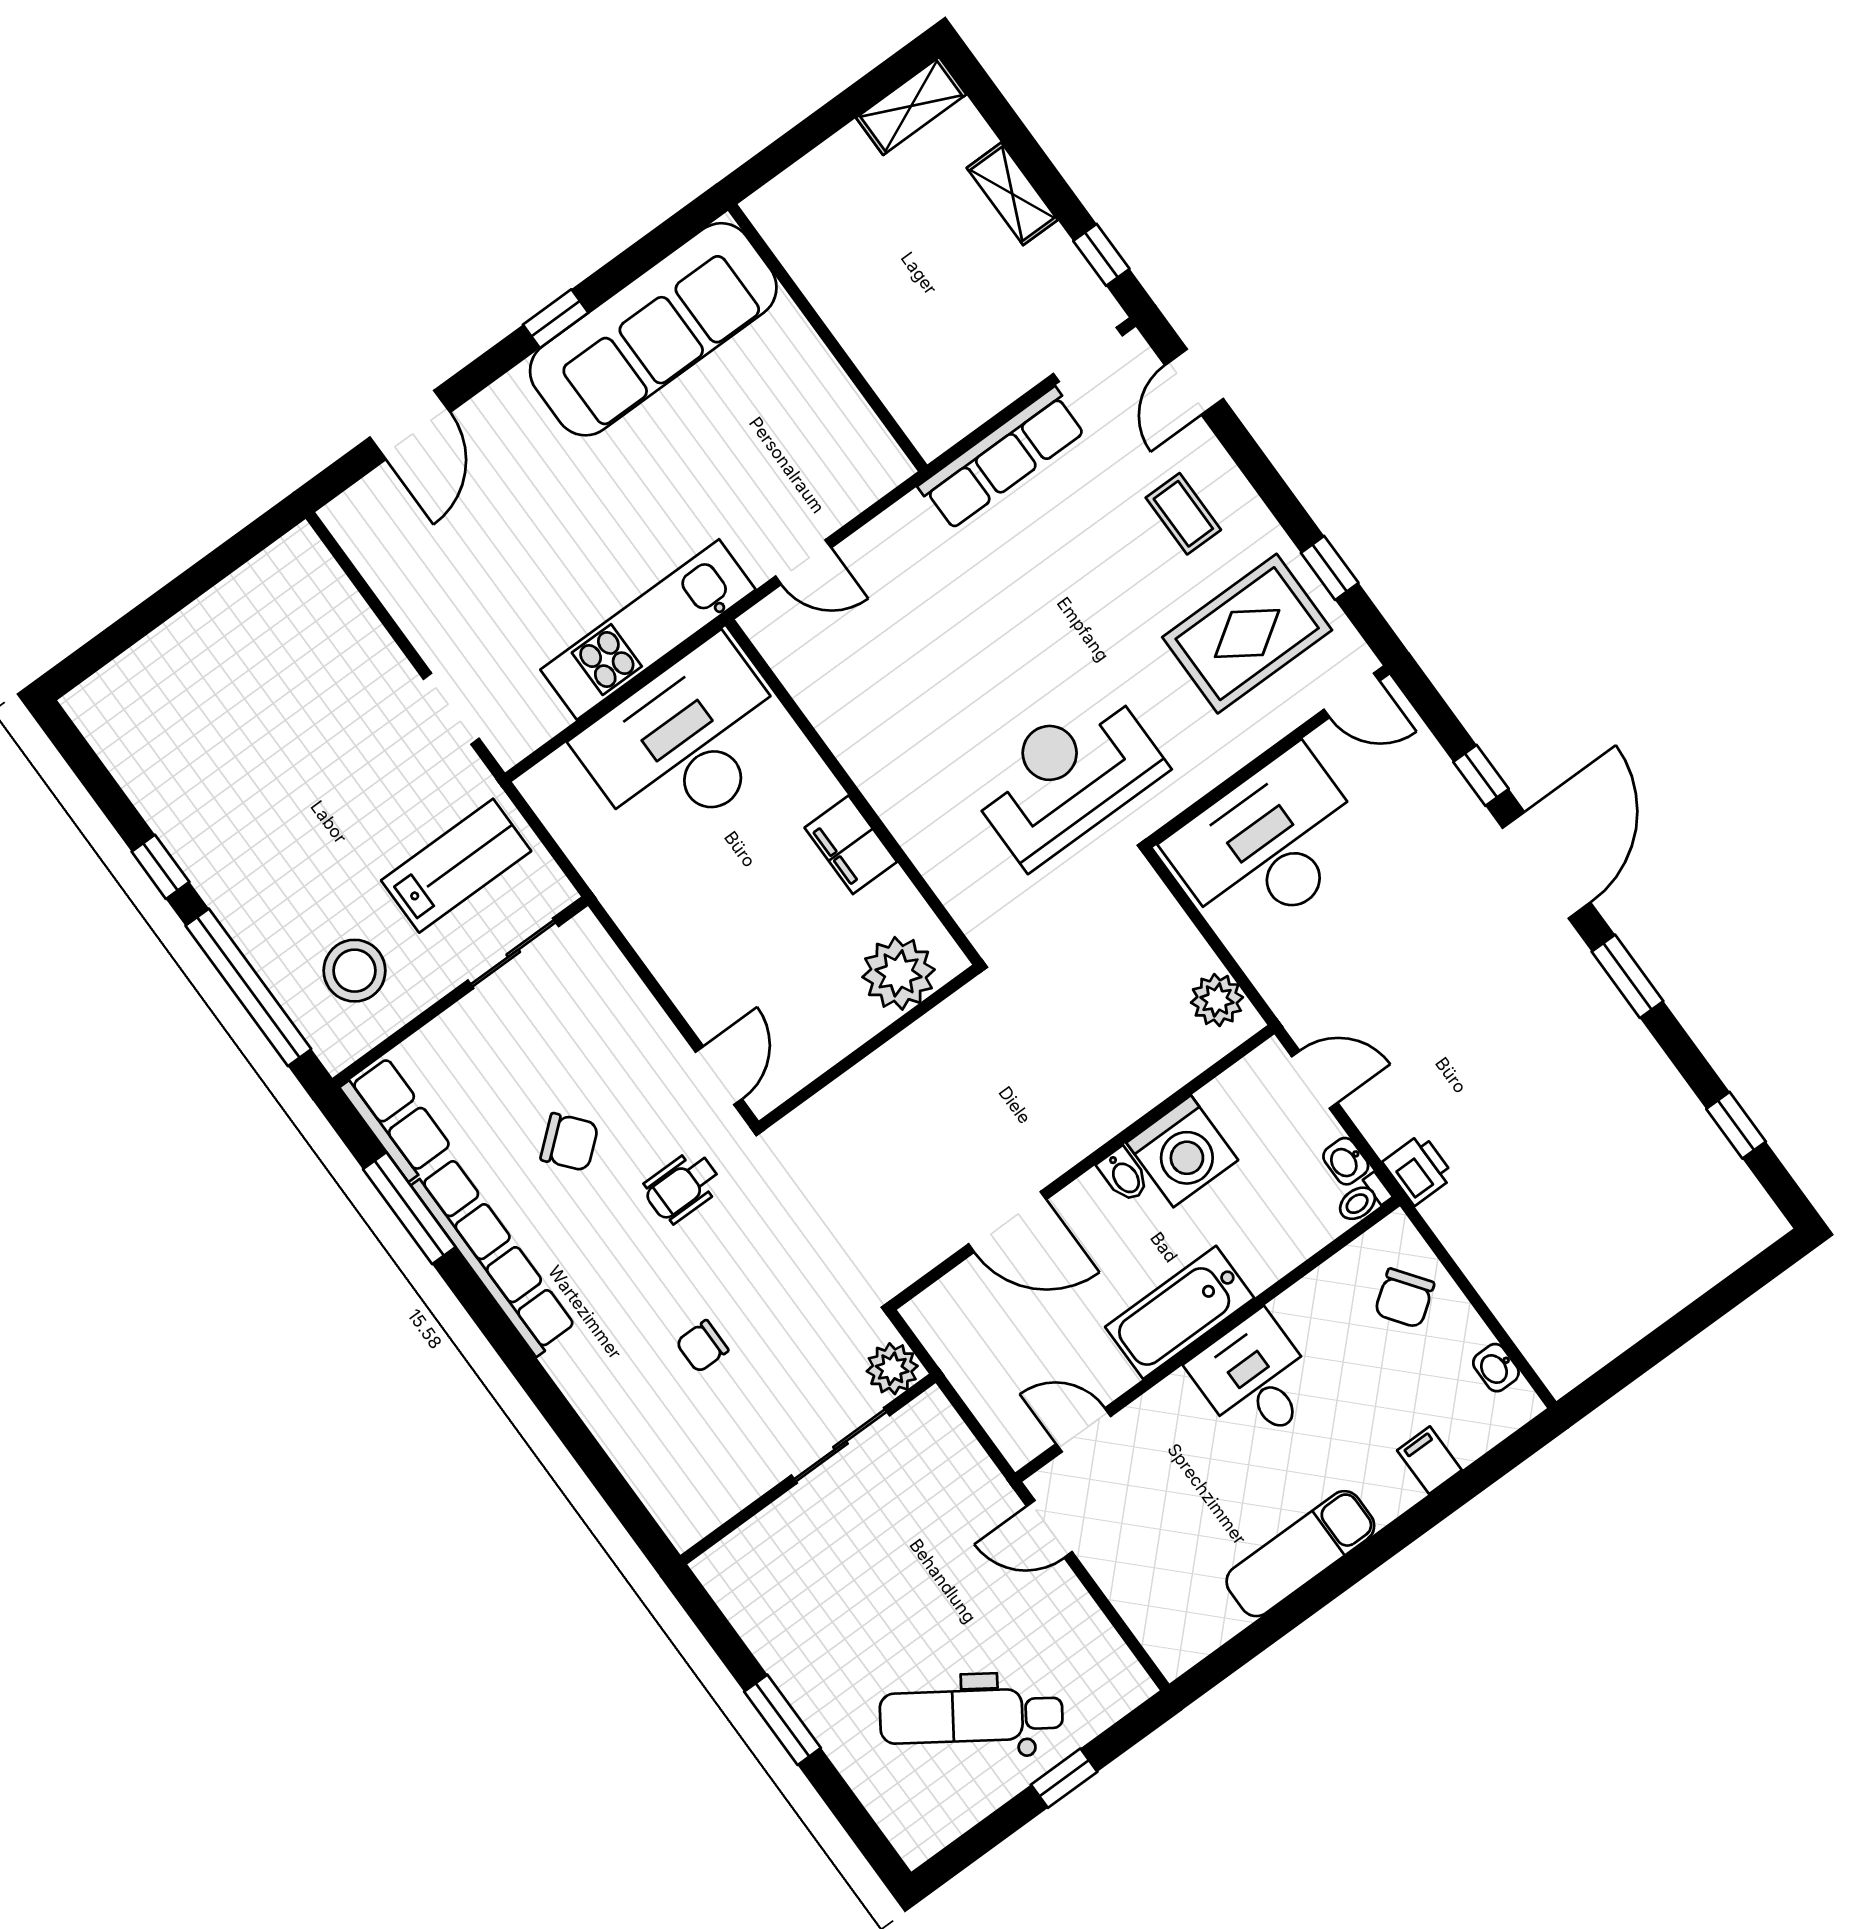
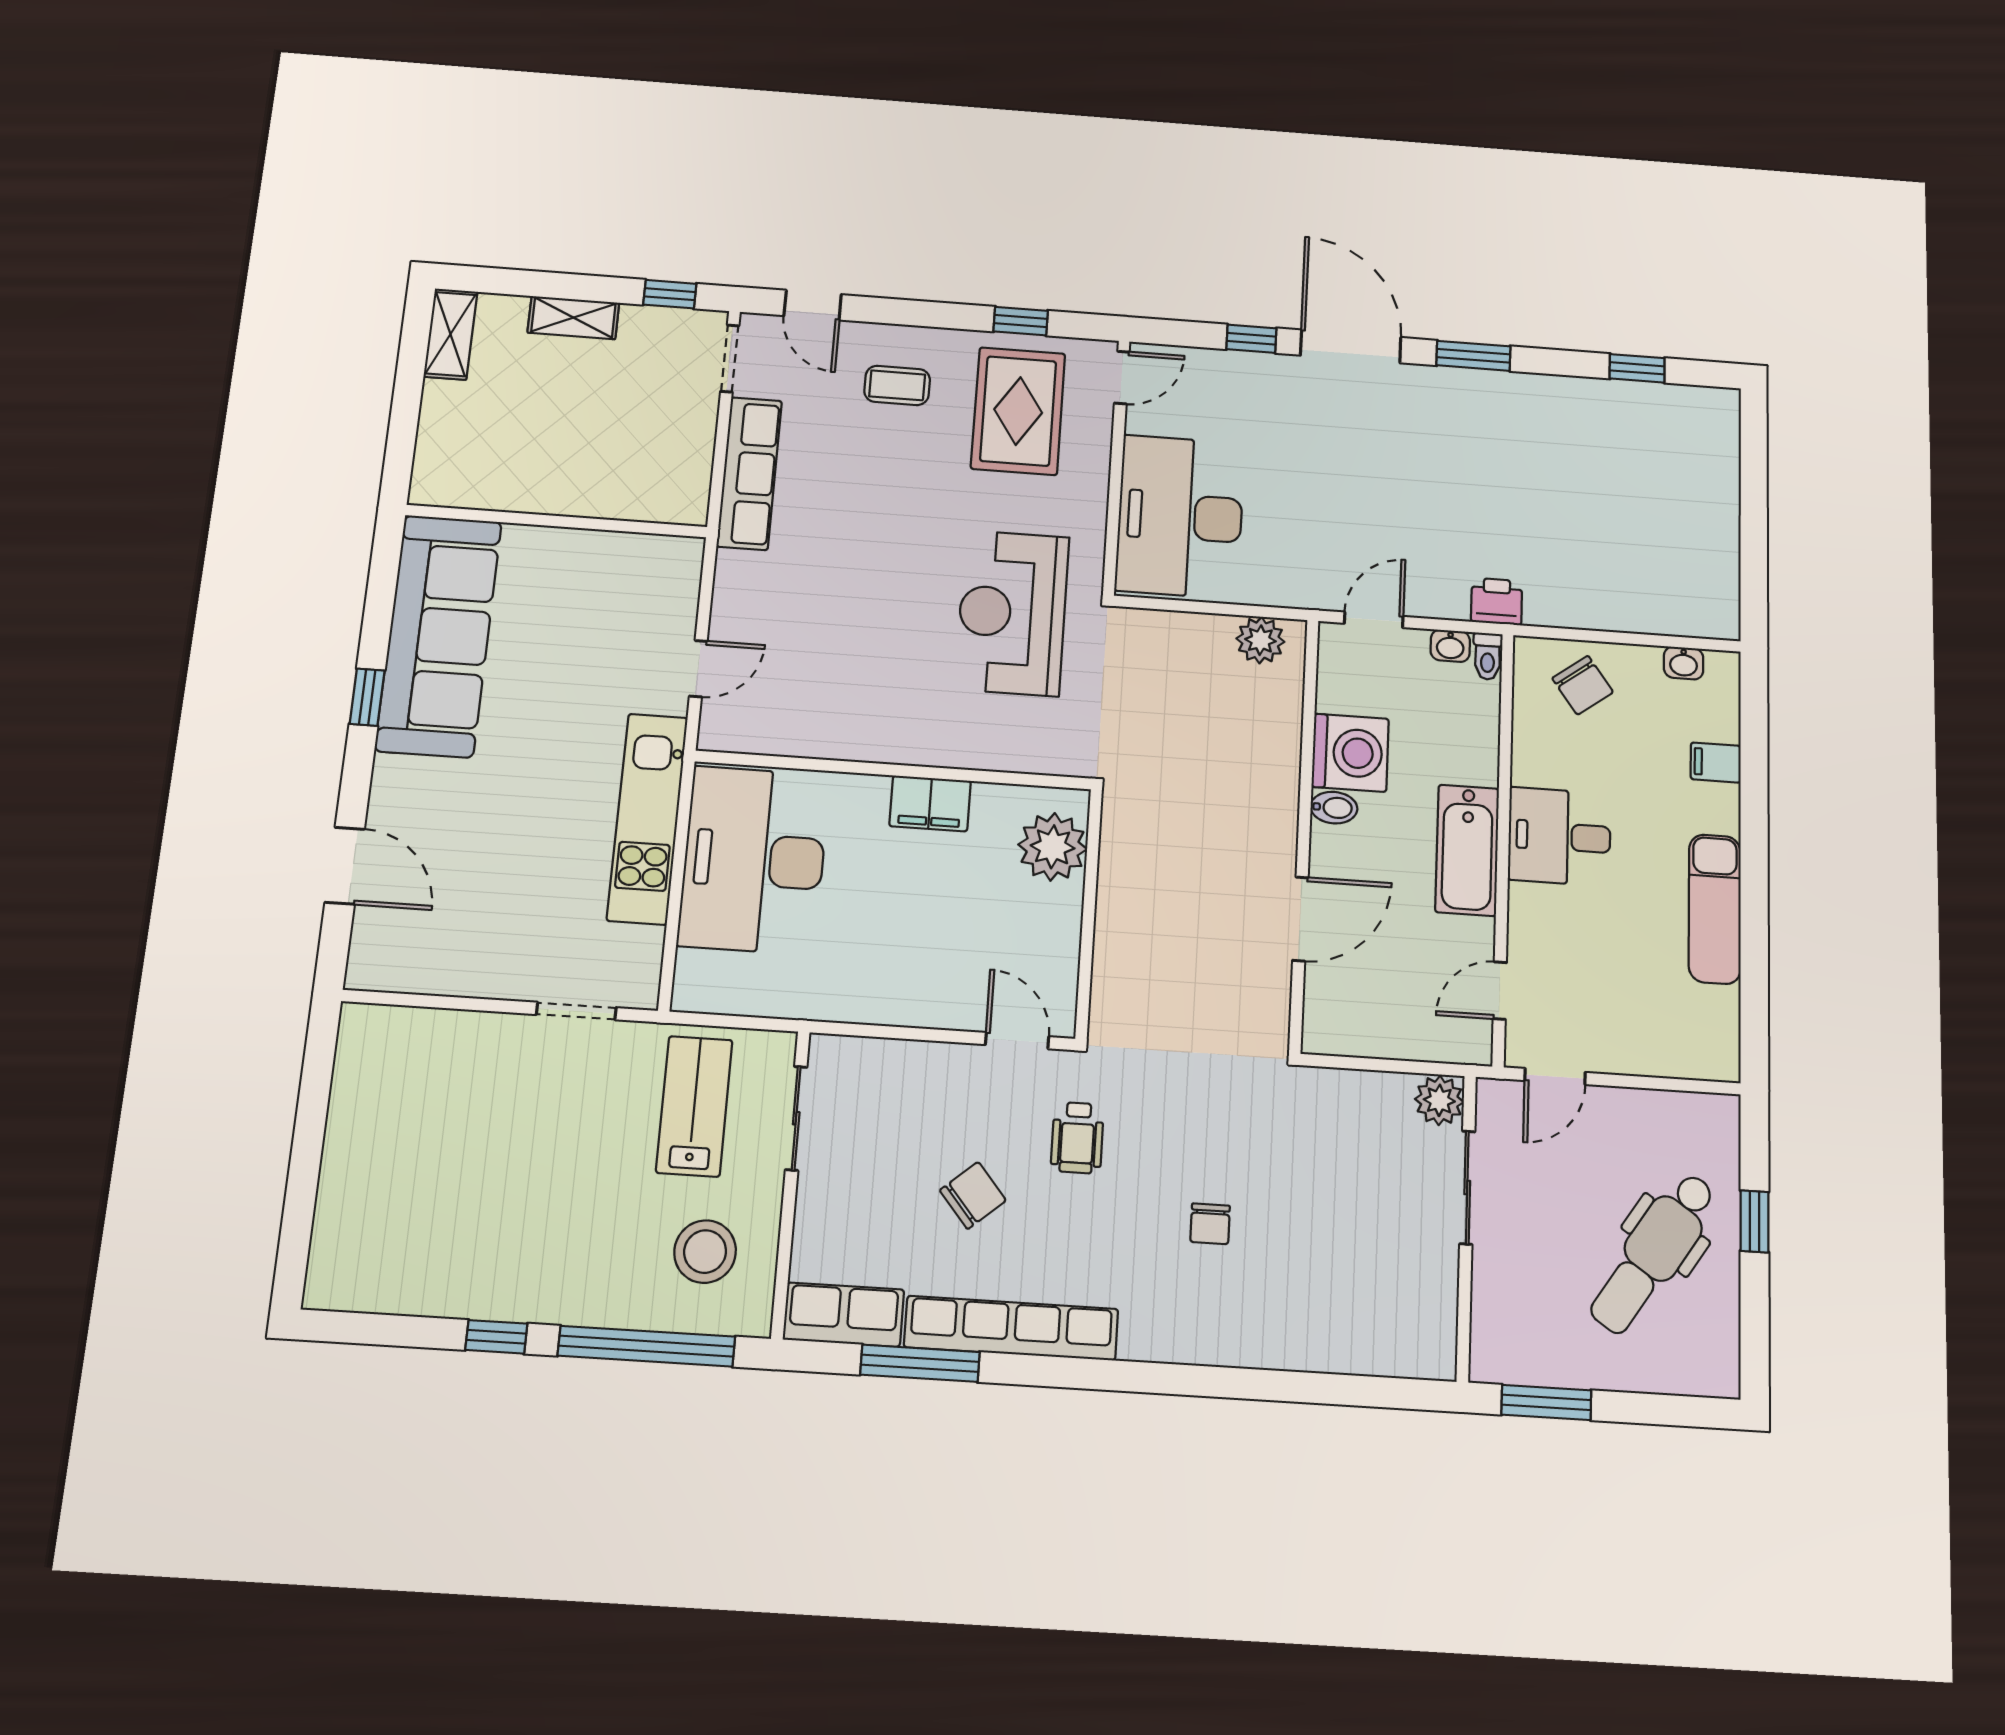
plant: (892, 1369) -> (1439, 1100), moved
sliding door: (840, 1445) -> (1467, 1188), moved
wall: (808, 1469) -> (1466, 1227), moved

